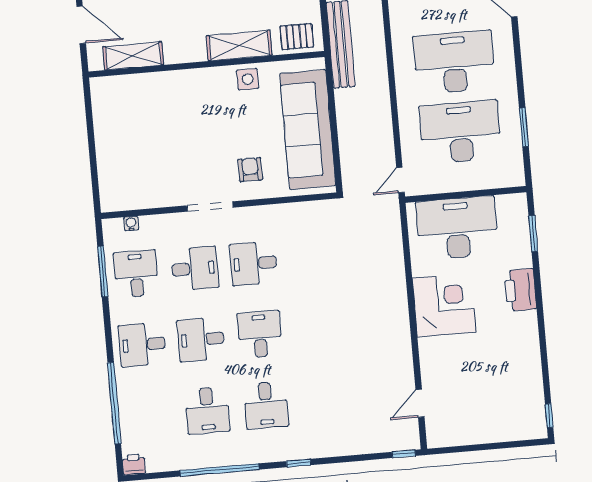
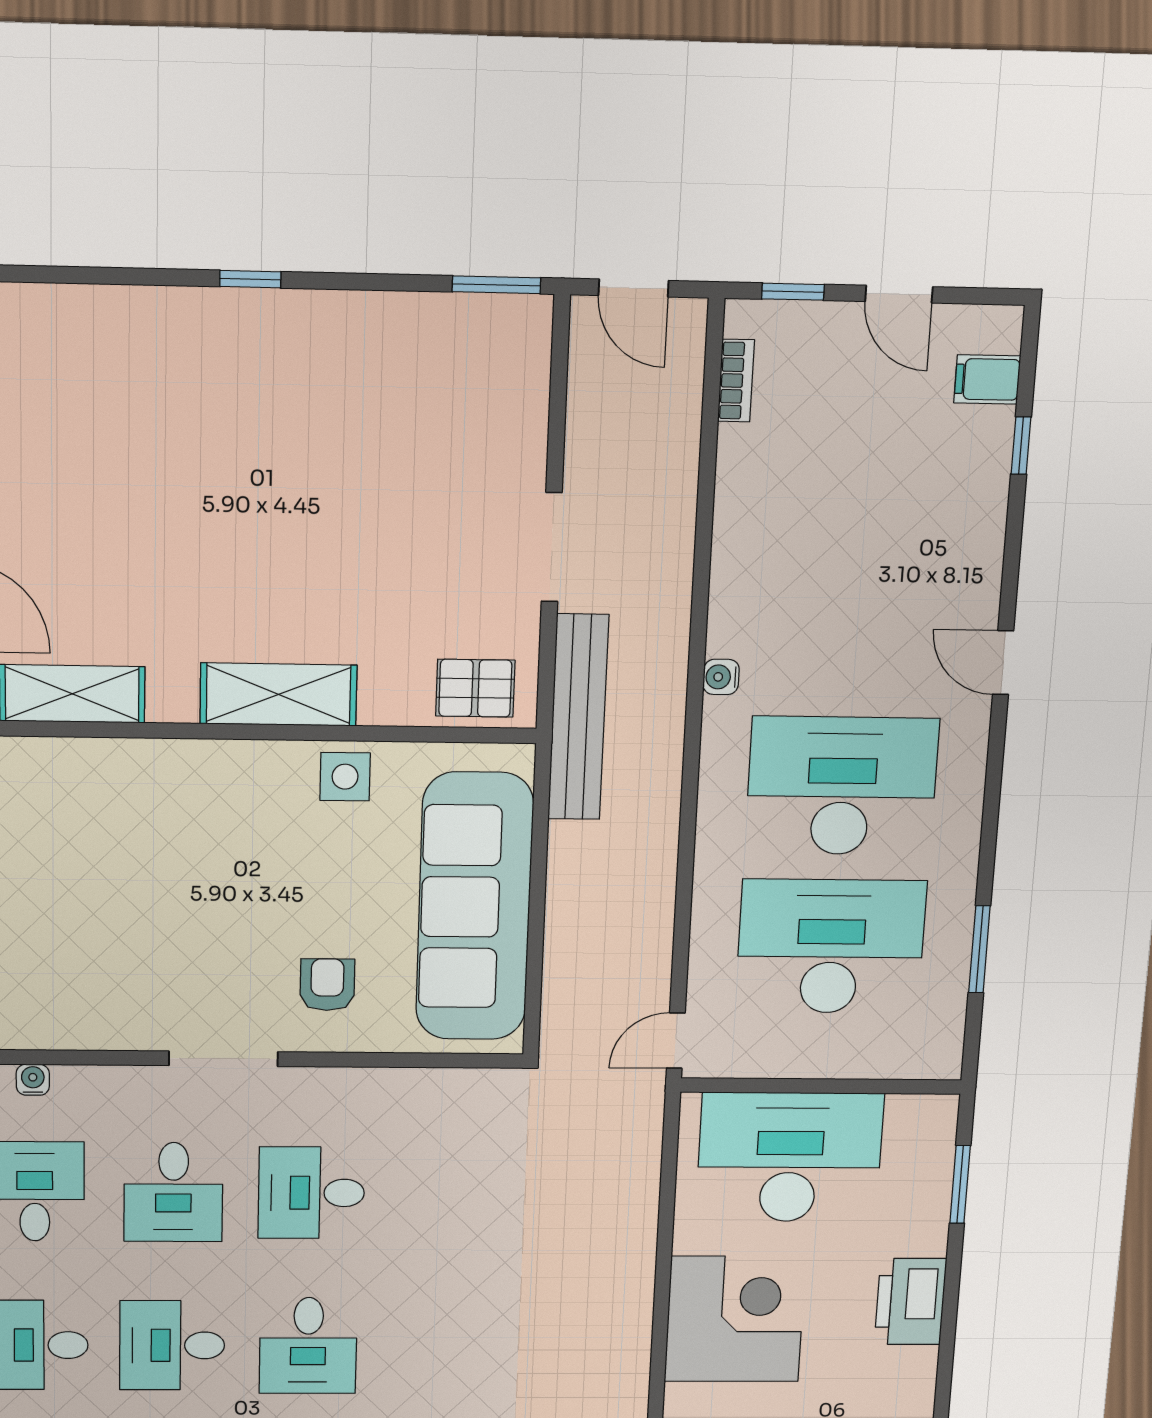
water cooler: (397, 21) -> (721, 677), added
shelving: (239, 45) -> (278, 694), moved
desk: (195, 269) -> (173, 1192), turned 90
desk: (260, 334) -> (308, 1346), turned 180

